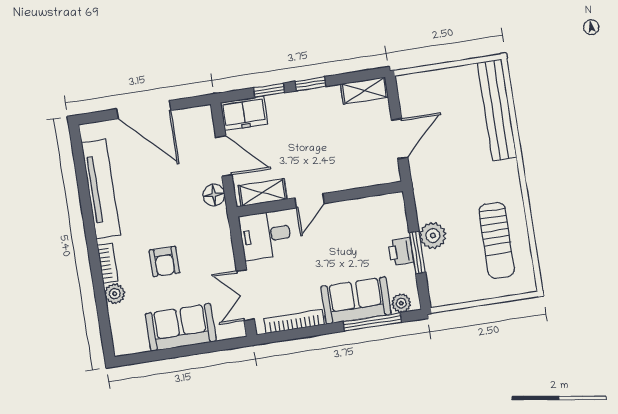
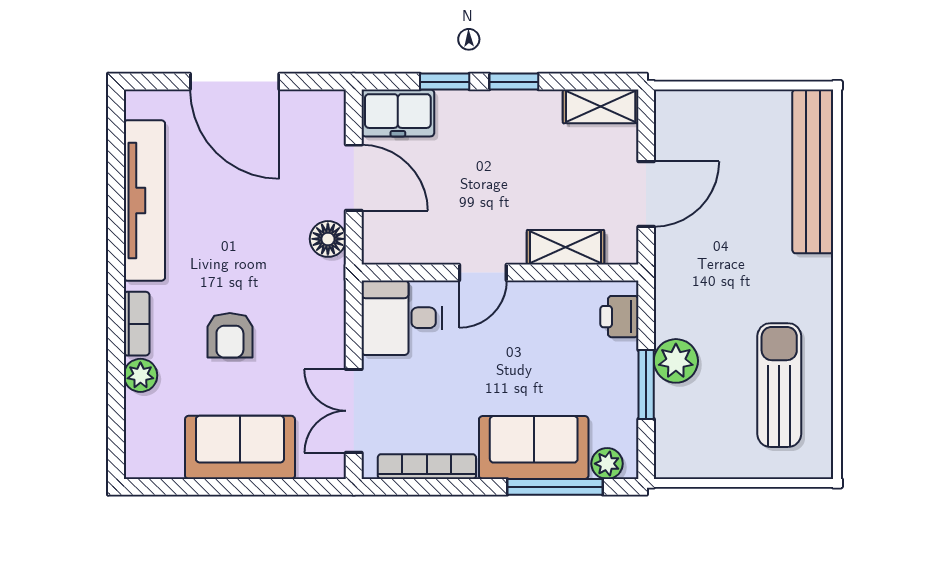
shelving: (263, 193) -> (565, 247), moved
sun lounger: (497, 240) -> (779, 385), turned 180
printer: (401, 252) -> (619, 317), moved

